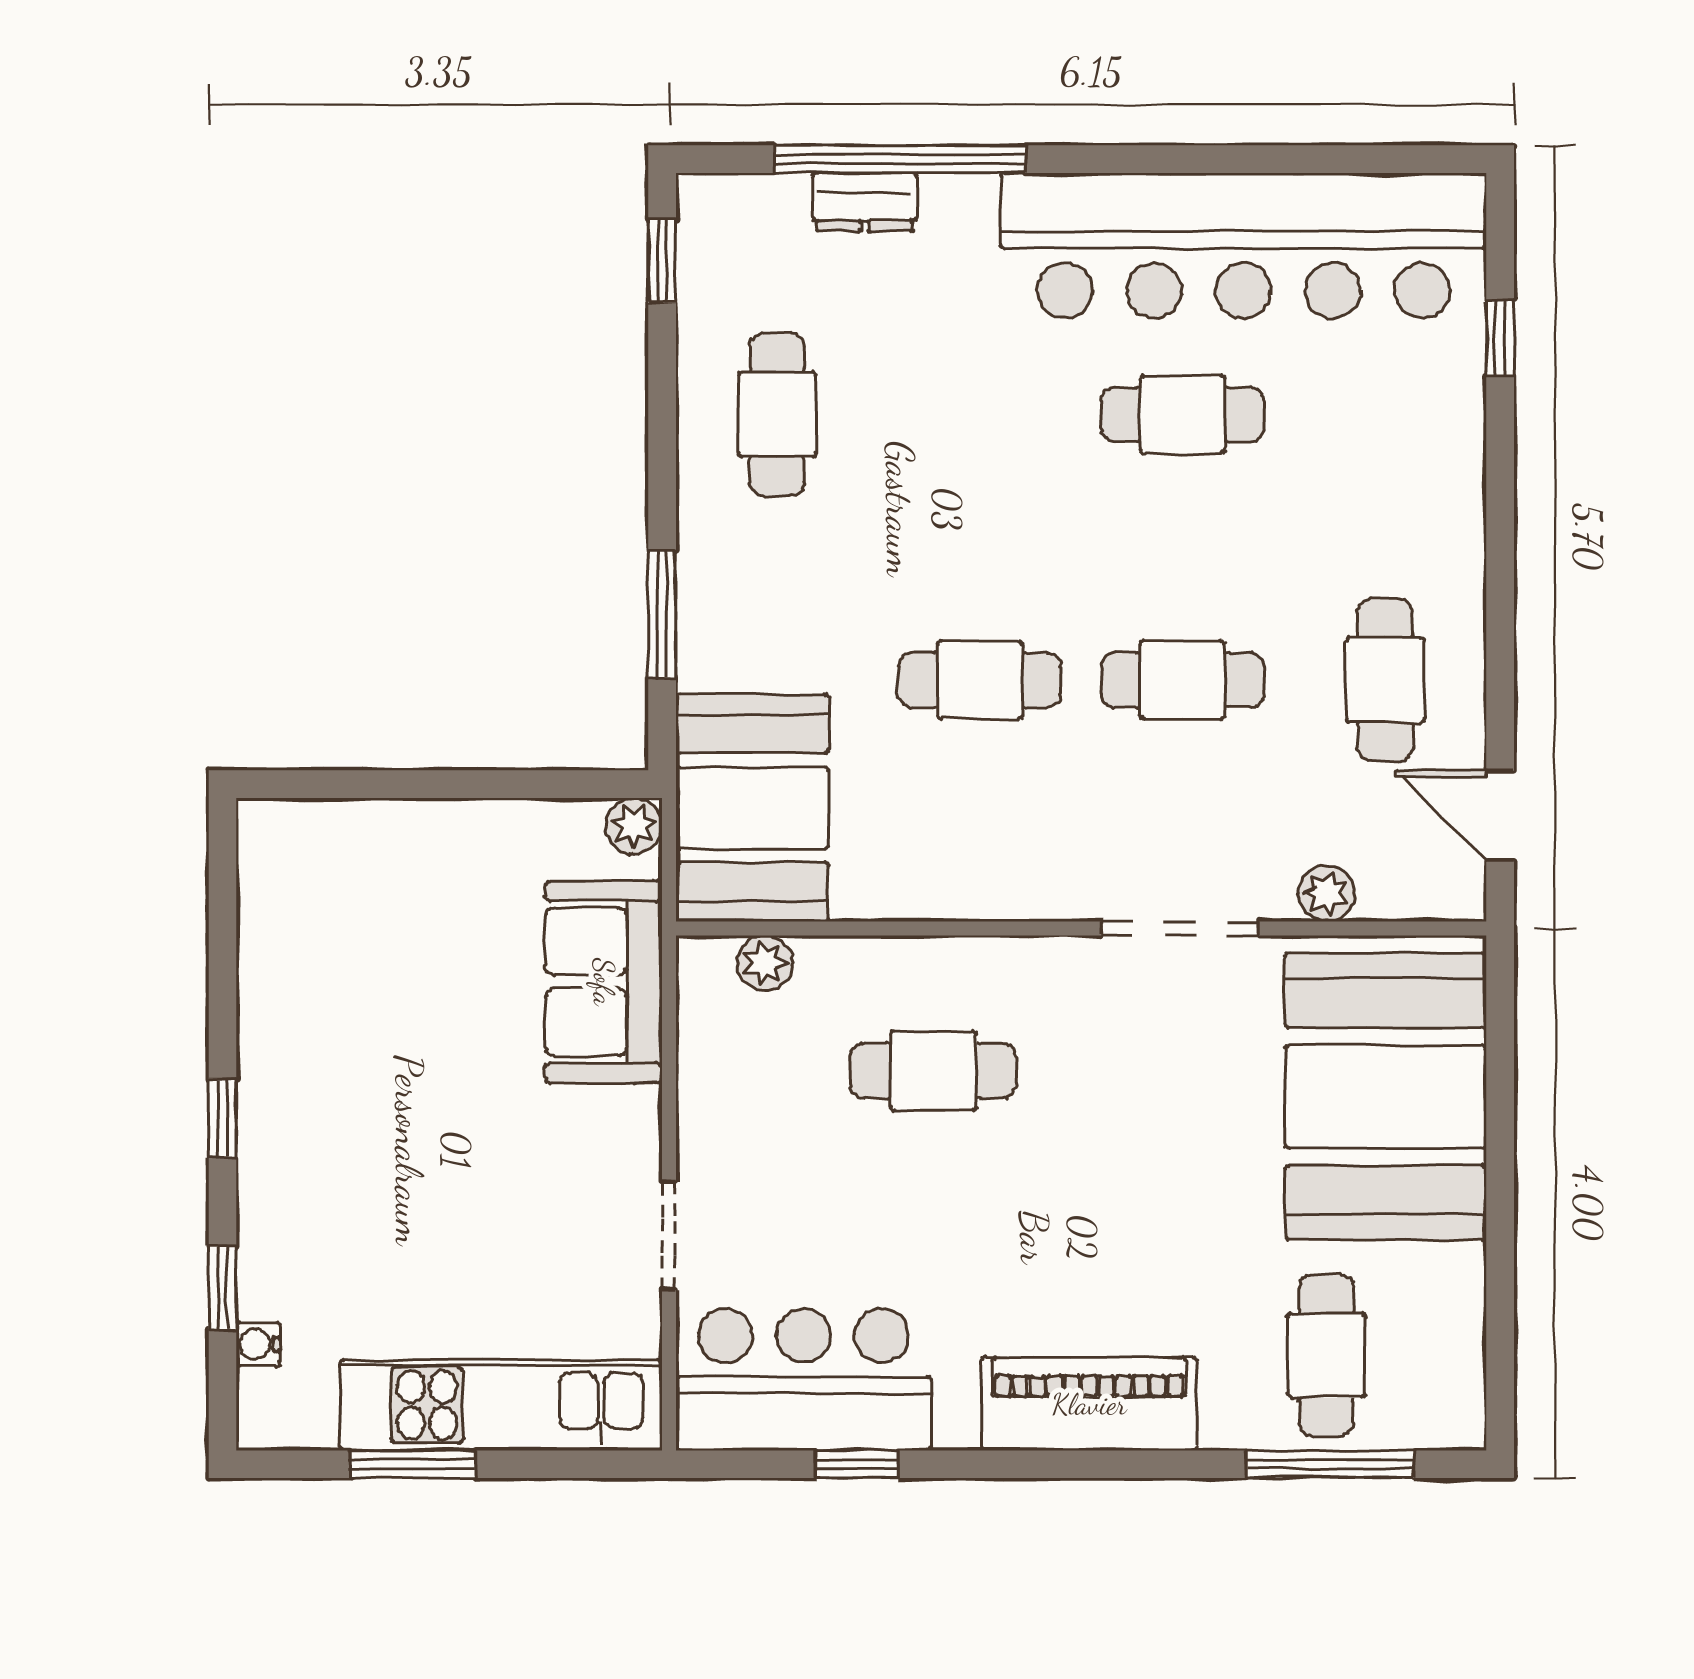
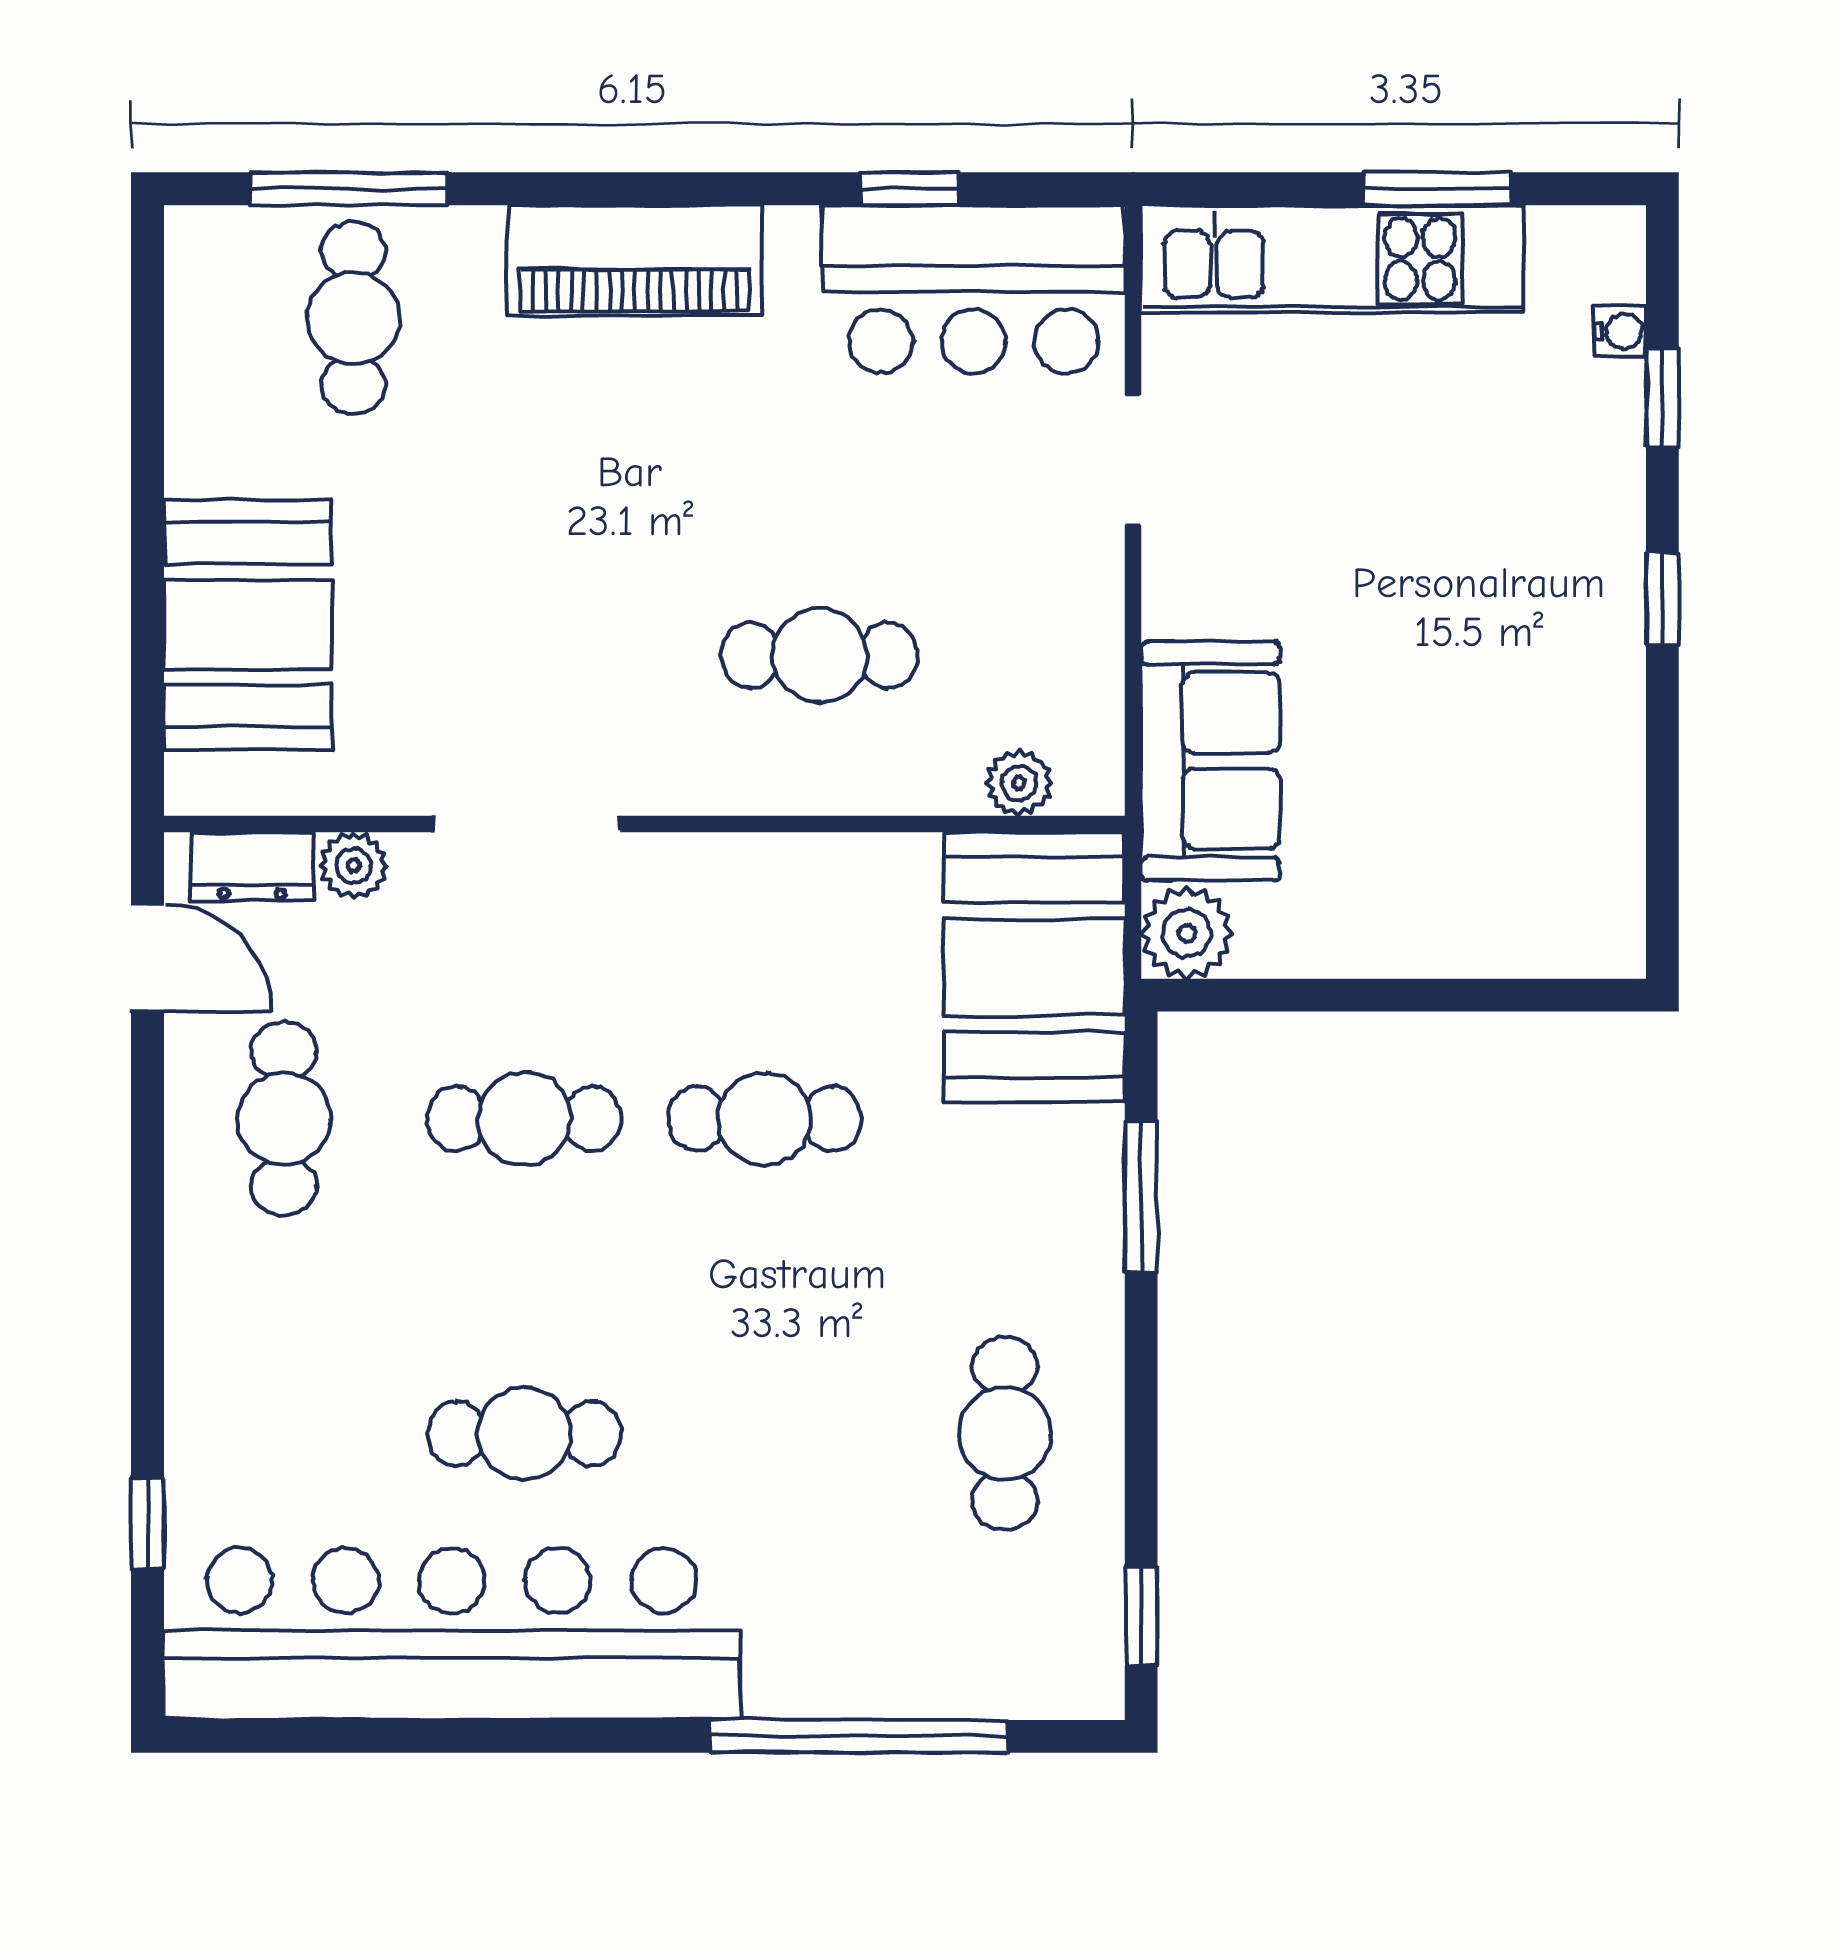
dresser: (865, 202) -> (252, 867), moved, turned 180
plant: (634, 826) -> (1187, 933), width x1.38, depth x1.38
booth: (1386, 1097) -> (248, 625), width x0.73, depth x0.70

